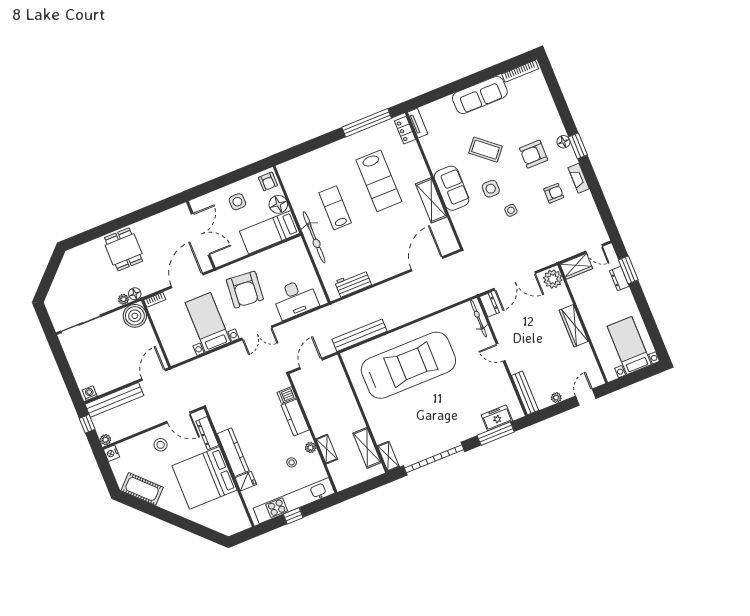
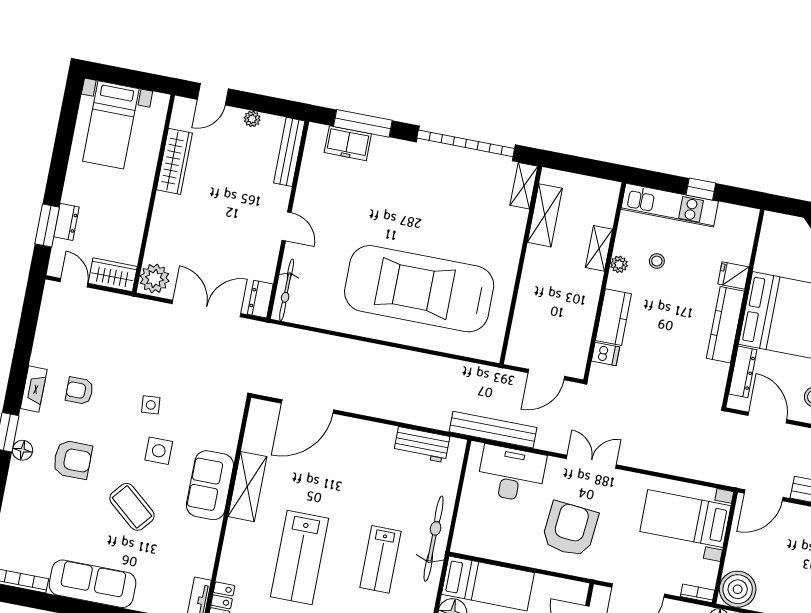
lab bench: (379, 181) -> (300, 557), turned 180
bed with nightstands: (208, 322) -> (685, 519), moved, turned 90
wardrobe: (574, 326) -> (174, 161), moved
bench: (360, 335) -> (493, 430), moved
kitchen unit: (294, 501) -> (670, 205), width x0.73

